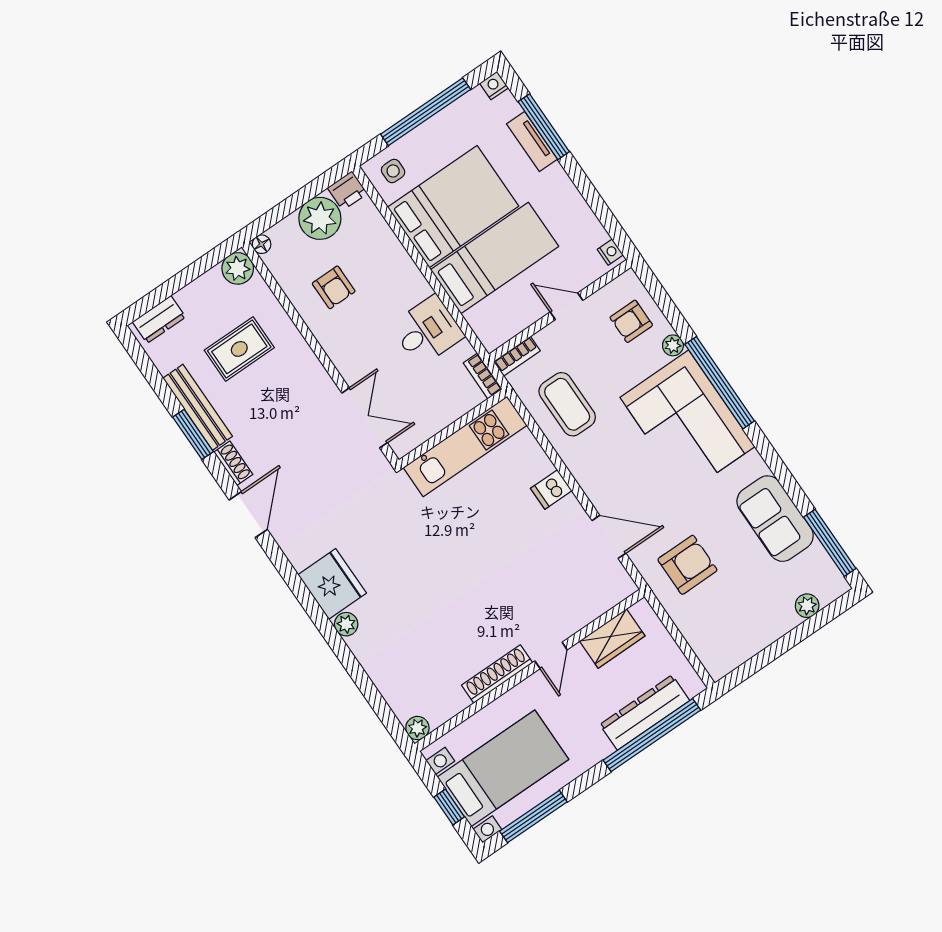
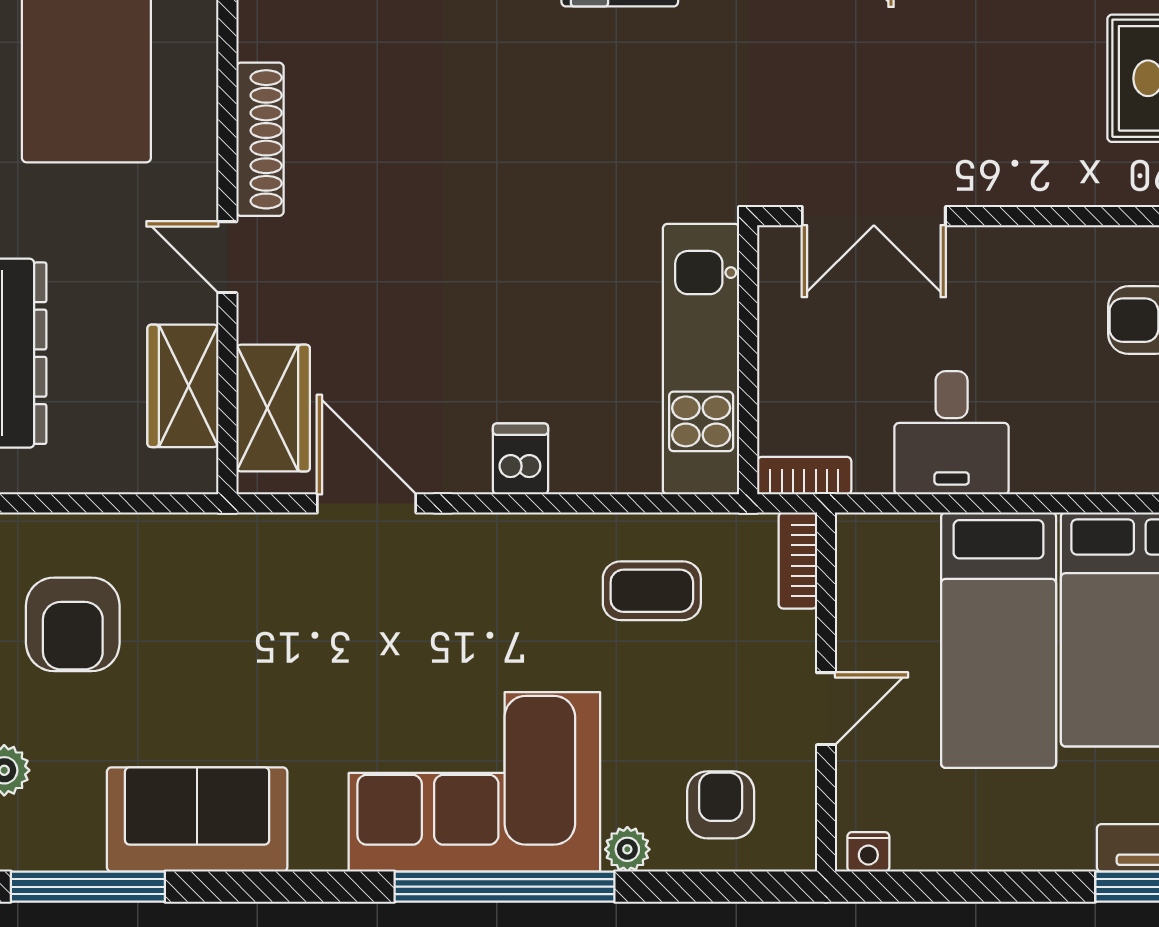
coffee table: (567, 404) -> (652, 591), width x0.73, depth x0.77
door: (609, 537) -> (367, 503), swing flipped
armchair: (687, 565) -> (73, 624), moved
wardrobe: (597, 598) -> (273, 408), added

